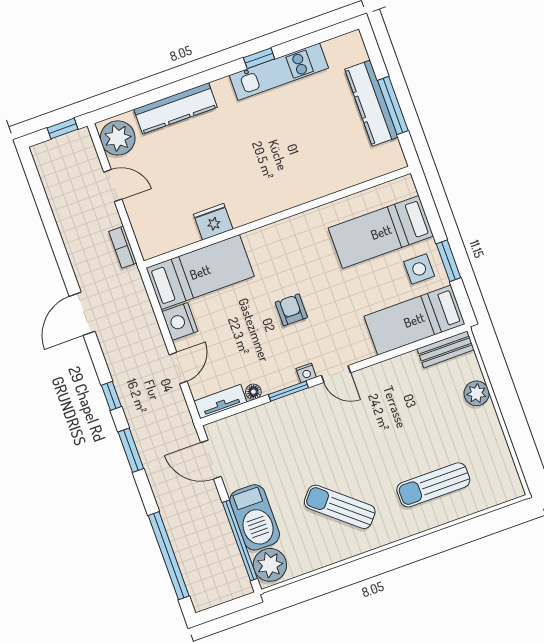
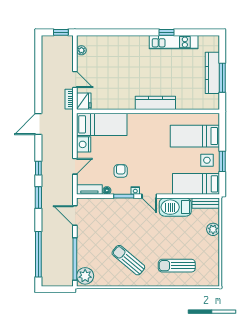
kitchen counter: (175, 108) -> (155, 103), moved, turned 180
plant: (118, 138) -> (81, 50), width x0.53, depth x0.53
door: (113, 186) -> (75, 79), moved
fridge: (213, 222) -> (84, 101), moved, turned 90
armchair: (291, 310) -> (121, 171), moved
barbecue: (255, 517) -> (175, 207), moved, turned 90

